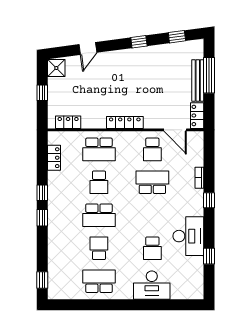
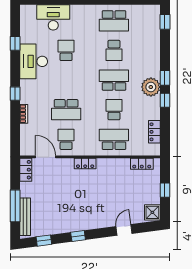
bench: (198, 80) -> (25, 217), moved
locker: (125, 122) -> (85, 163), width x0.66
plant: (58, 208) -> (151, 87), added
desk: (152, 285) -> (53, 17), moved

